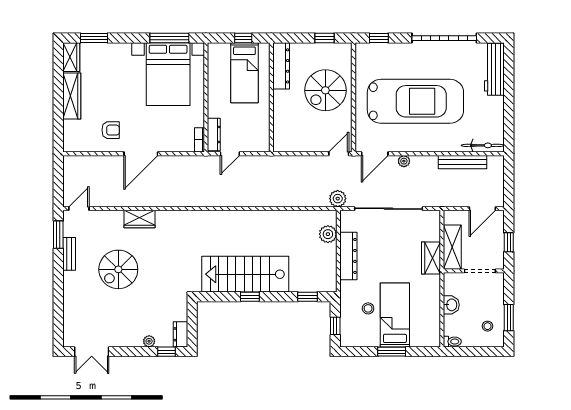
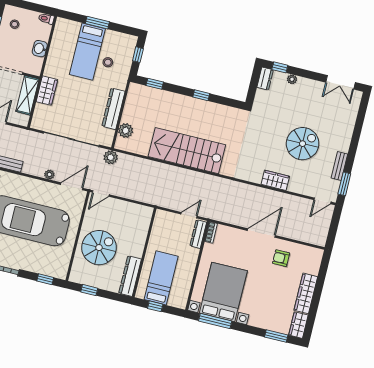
stairs: (245, 274) -> (187, 151), moved, turned 180
double door: (92, 352) -> (341, 82), swing flipped

